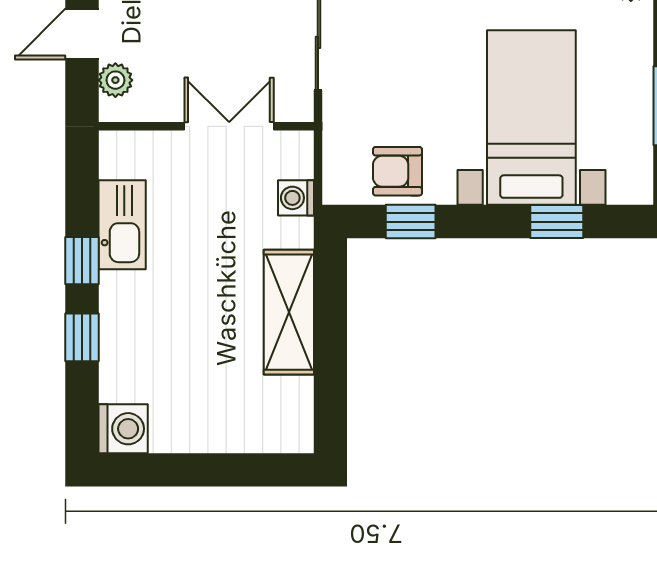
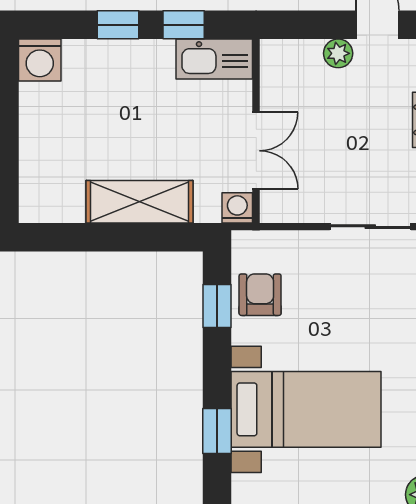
wall: (206, 126) -> (256, 131), moved
double door: (229, 126) -> (256, 151), moved

